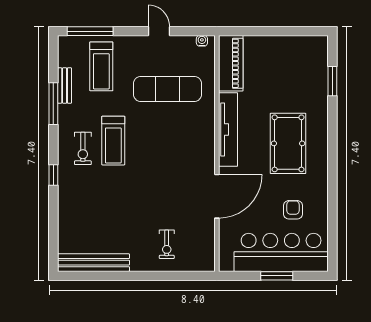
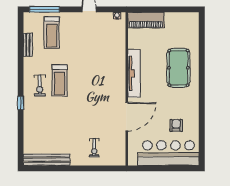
piano: (231, 63) -> (146, 20), moved, turned 90
window: (332, 81) -> (202, 42), removed
exercise mat: (168, 89) -> (95, 47), removed
window: (53, 104) -> (21, 57), removed
pool table: (288, 143) -> (178, 68), moved
window: (277, 276) -> (166, 168), removed

